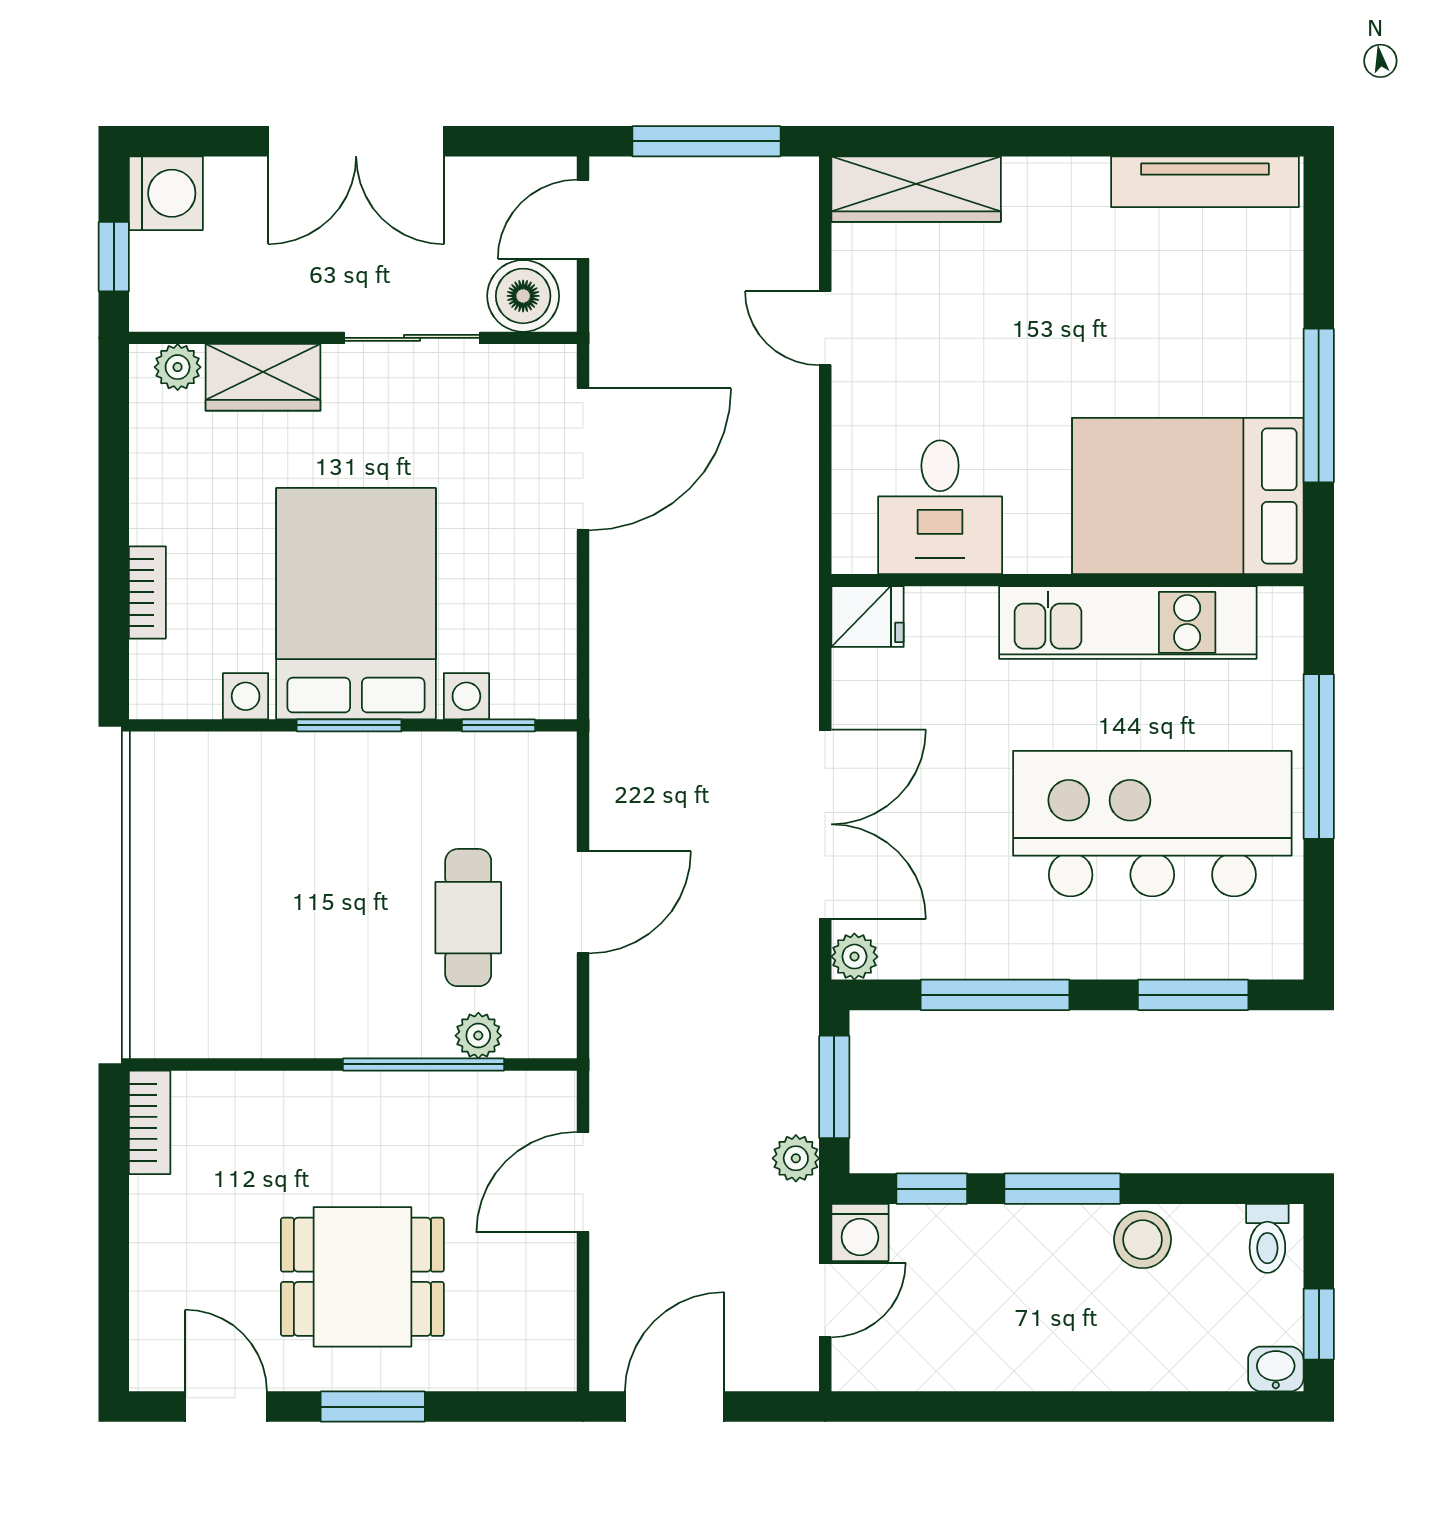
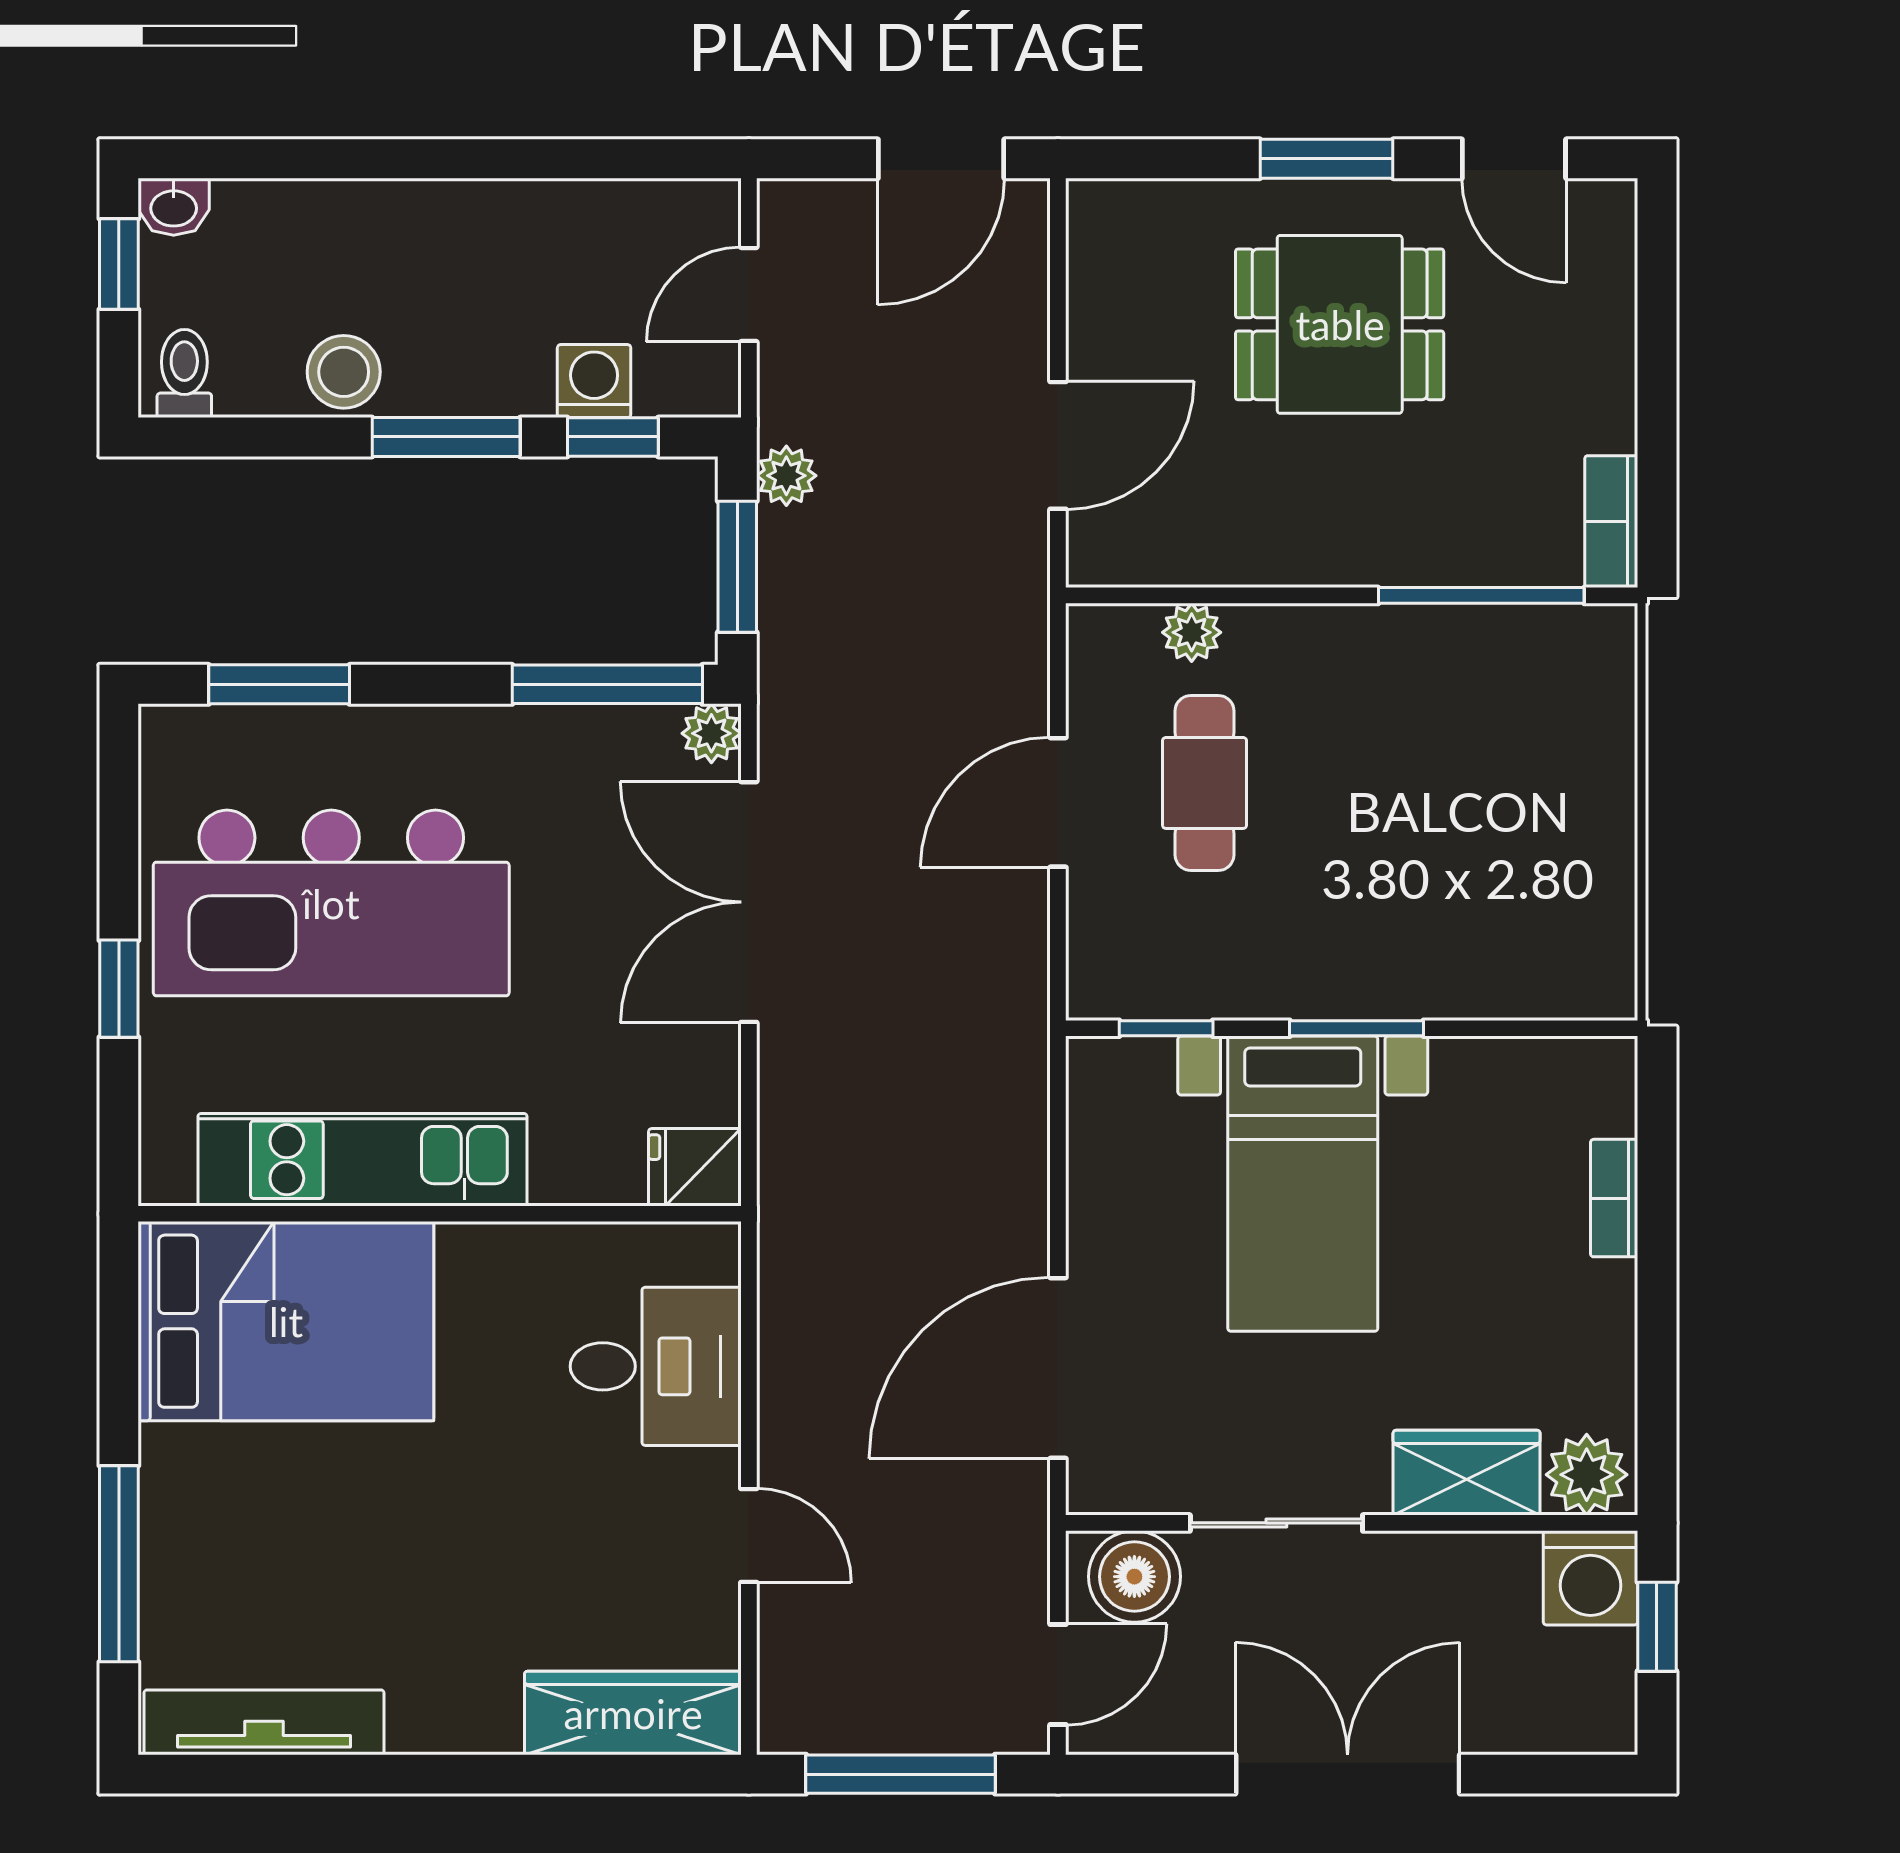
washing machine: (166, 193) -> (1590, 1578), moved, turned -90
plant: (178, 367) -> (1587, 1475), width x1.38, depth x1.38
window: (1319, 406) -> (119, 1564), moved
desk: (940, 507) -> (656, 1366), moved, turned 90
bed with nightstands: (356, 604) -> (1303, 1184), width x0.73
window: (1319, 756) -> (119, 989), width x0.46
window: (995, 995) -> (607, 684), moved
window: (424, 1064) -> (1481, 595), moved
washing machine: (860, 1232) -> (594, 381), moved

